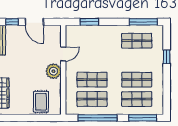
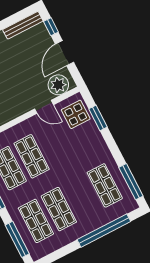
display table: (79, 36) -> (76, 114), added
window: (167, 57) -> (104, 231), width x3.17
plant: (53, 71) -> (58, 85), moved

